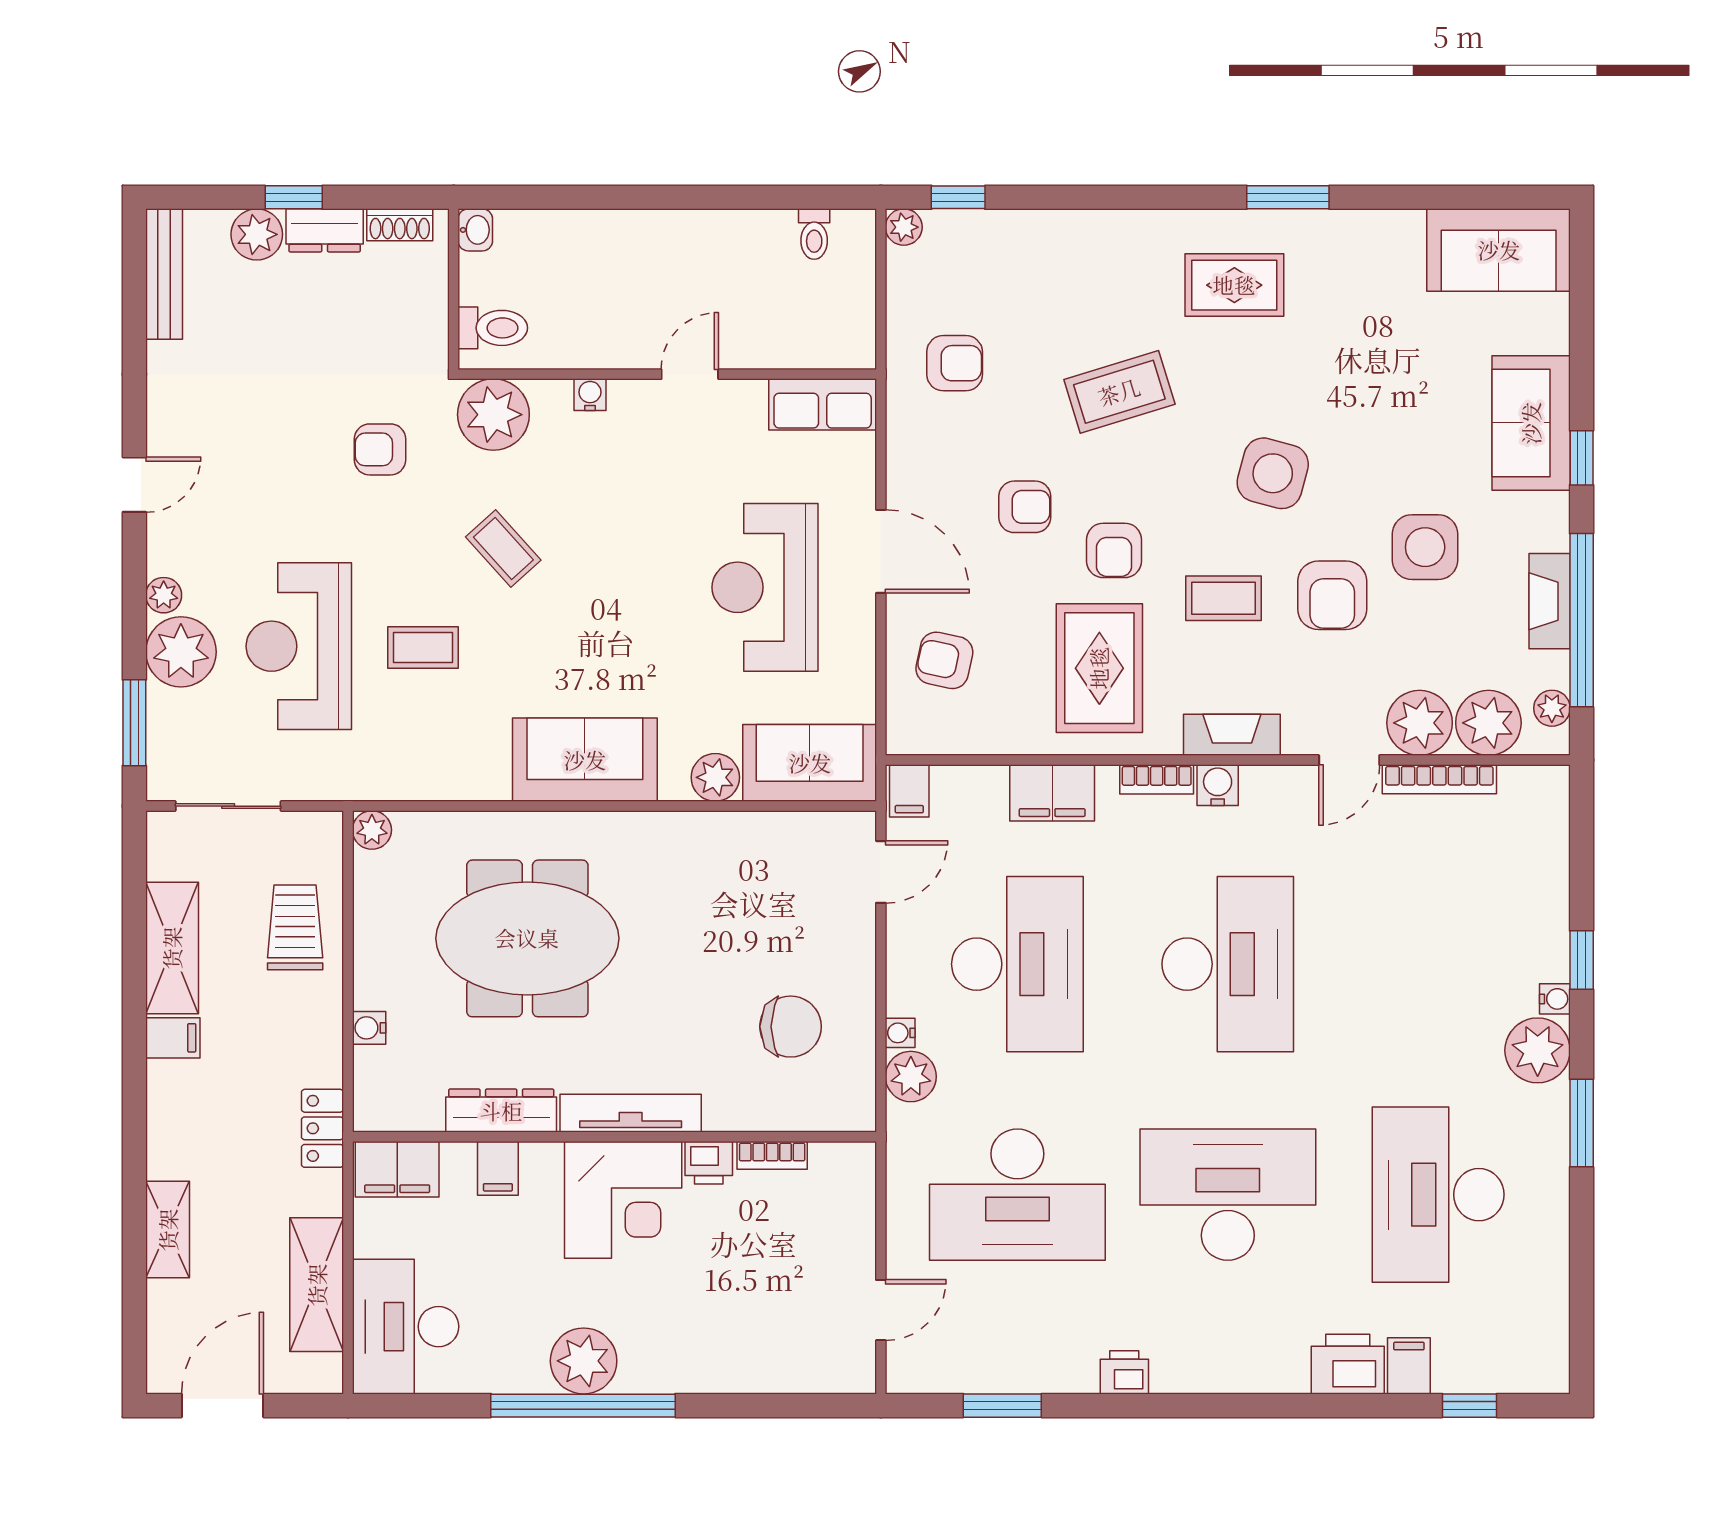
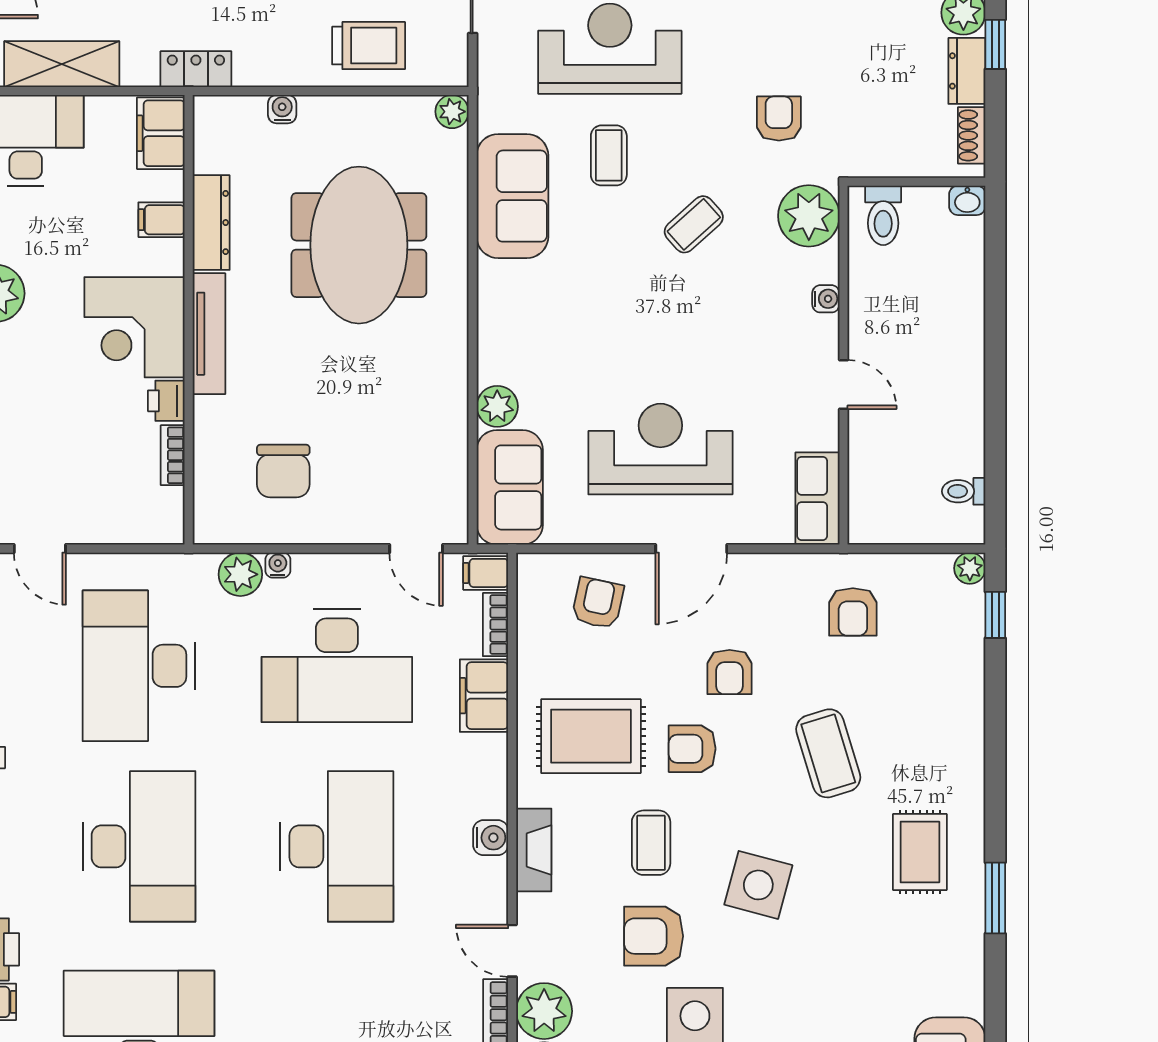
sofa: (585, 760) -> (512, 196), moved
bookcase: (1157, 779) -> (496, 625), moved
desk: (1228, 964) -> (337, 846), turned -90

